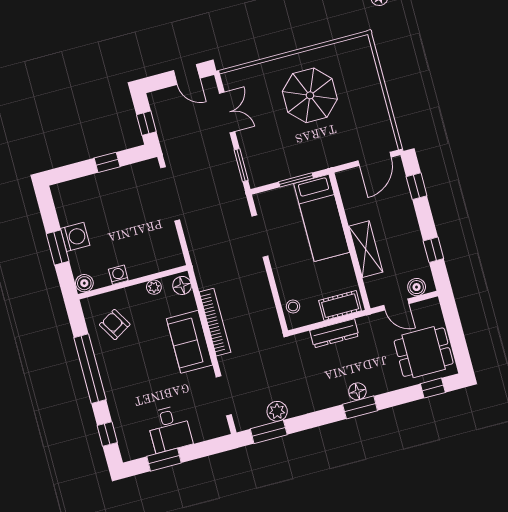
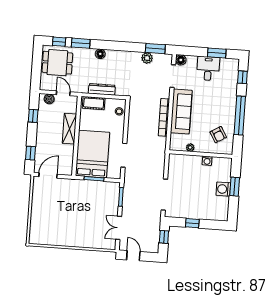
parasol: (310, 95) -> (71, 222), removed
bed: (322, 218) -> (92, 154), width x1.50
boiler: (84, 283) -> (227, 162), removed
floor lamp: (182, 285) -> (181, 60), moved
sofa: (190, 342) -> (181, 112), width x1.36
window: (360, 407) -> (81, 43), moved

